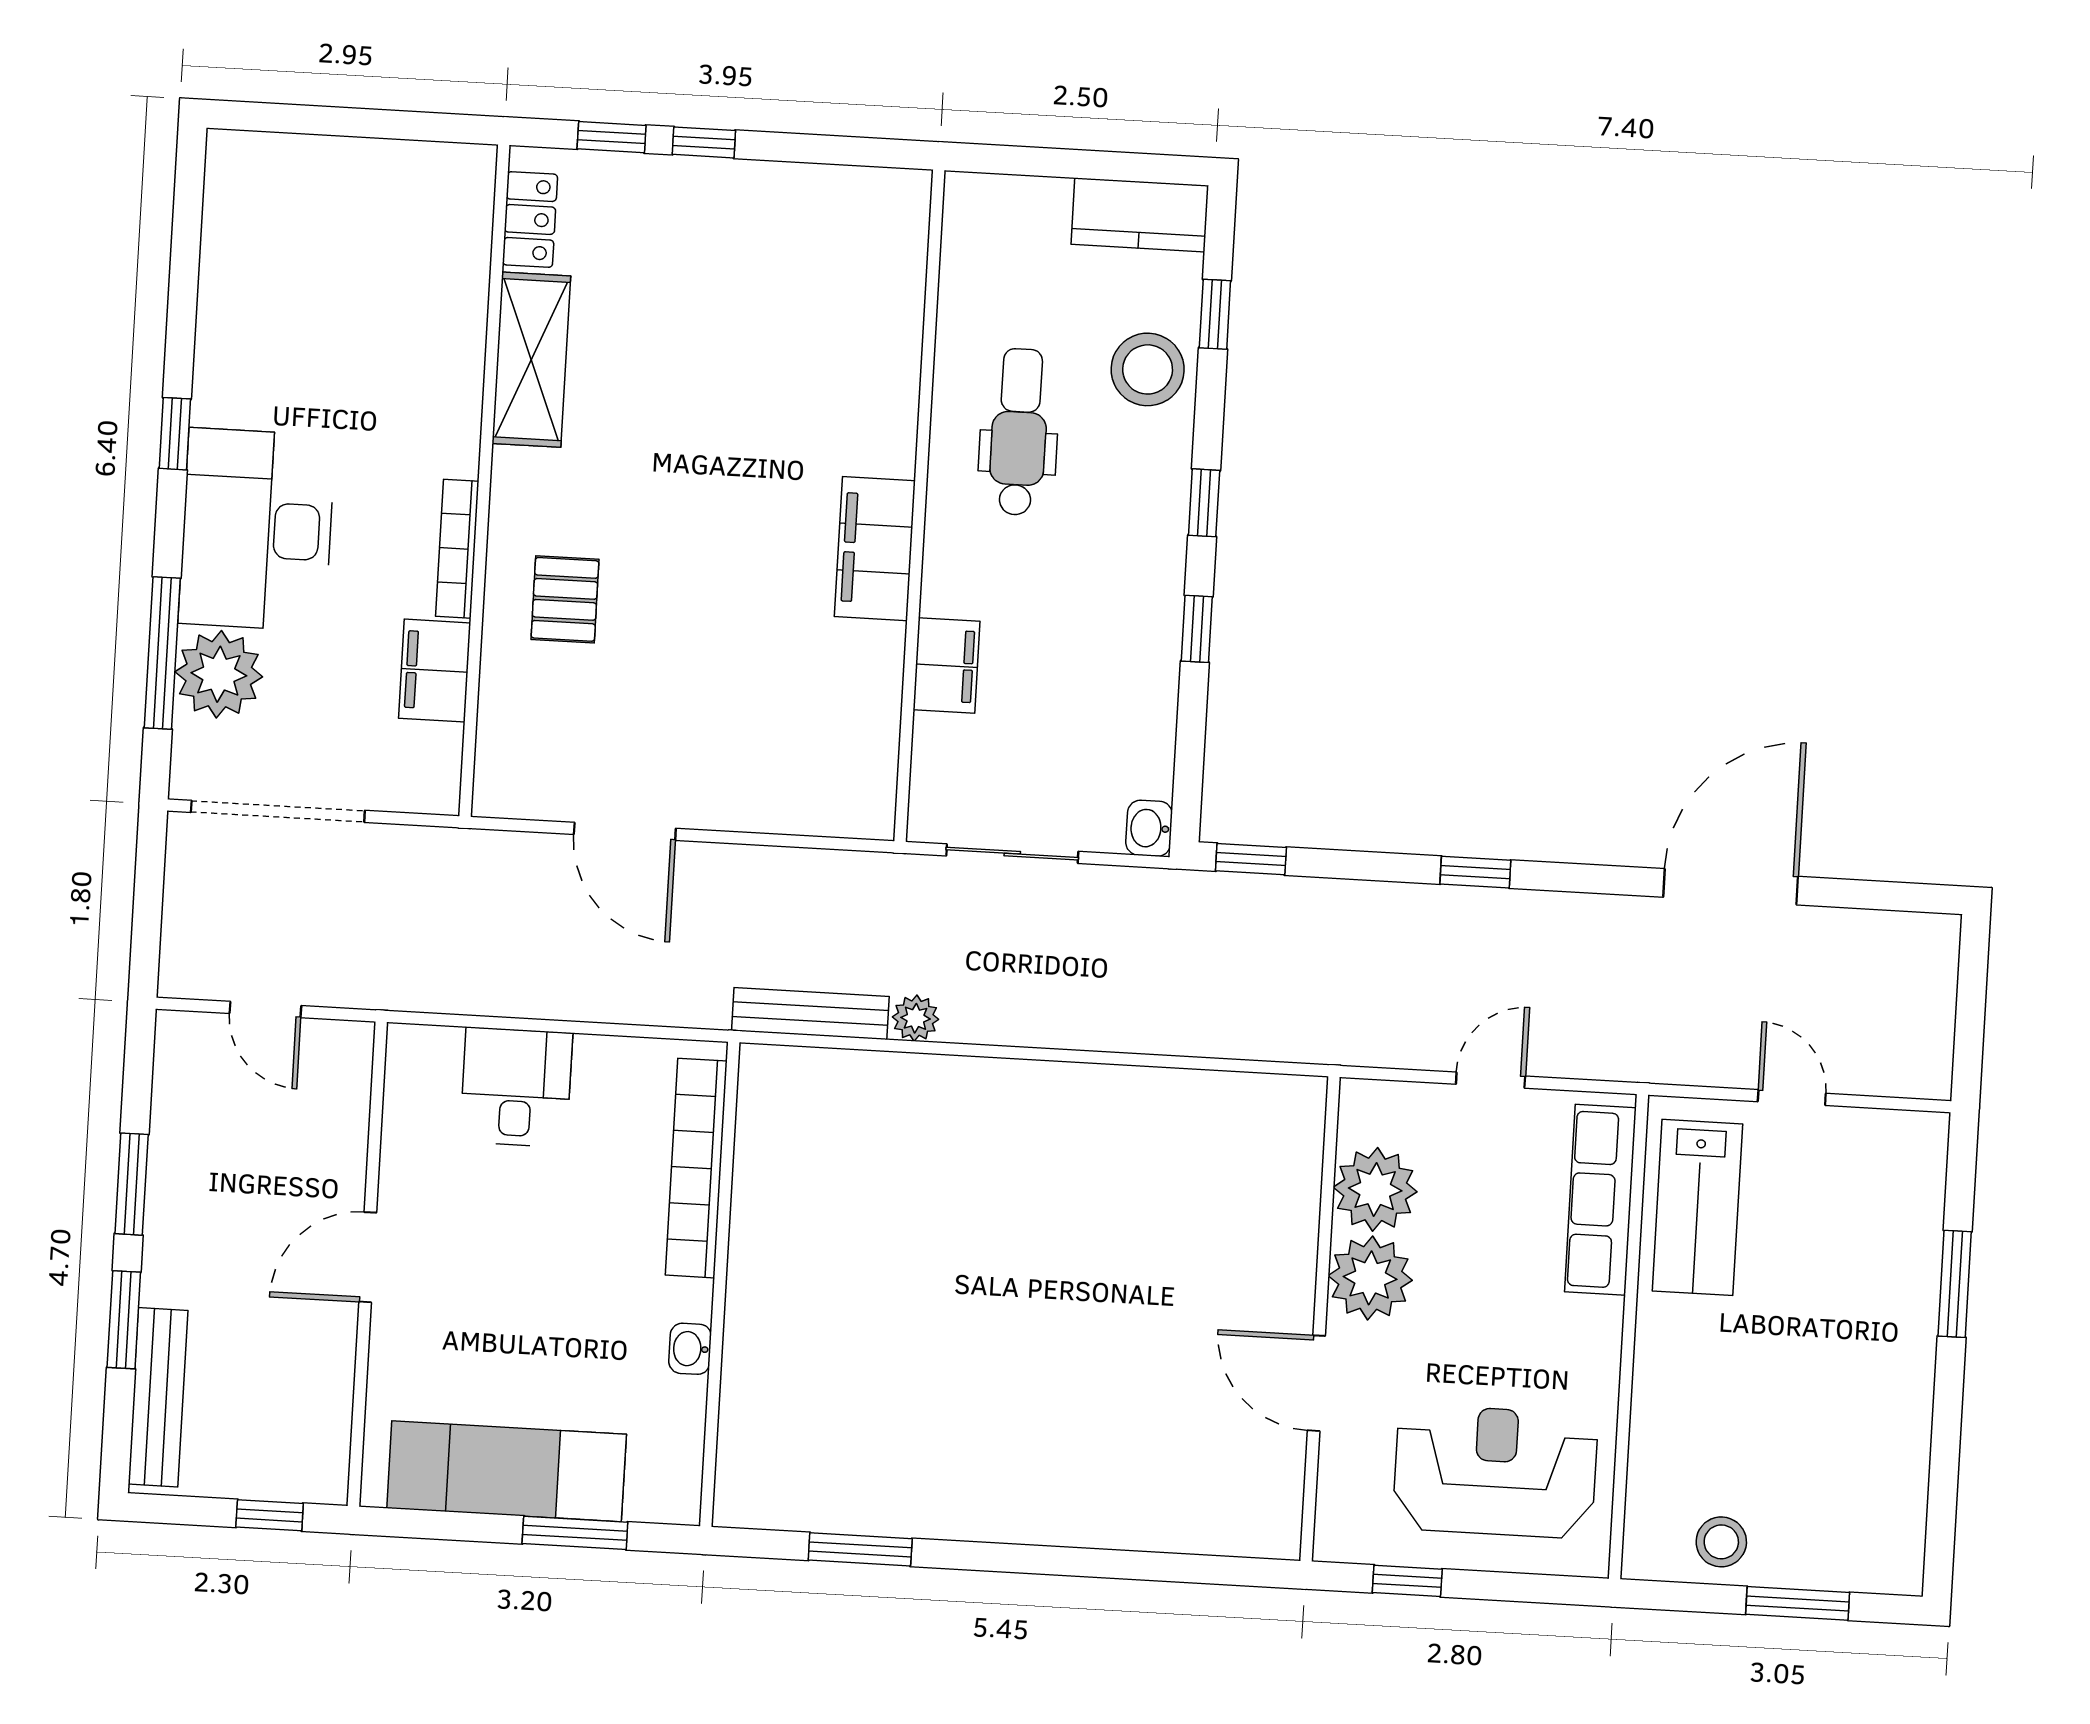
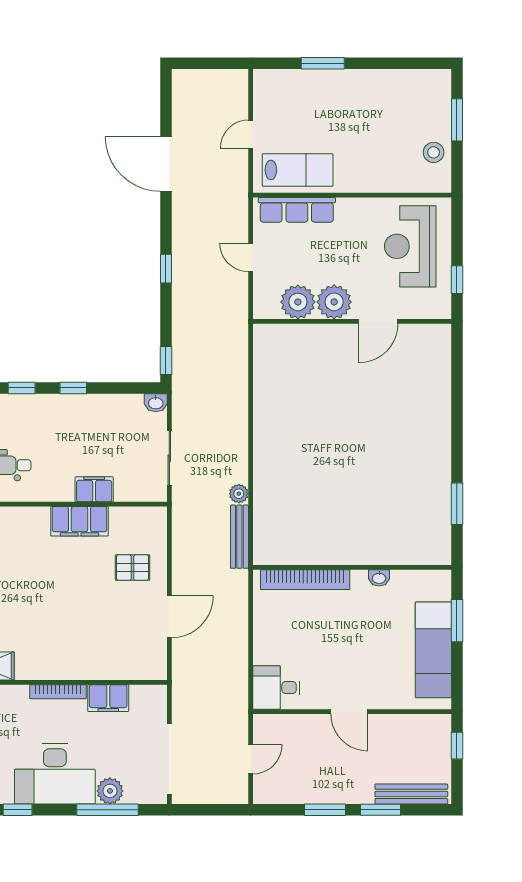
filing cabinet: (875, 549) -> (80, 521), moved
pallet: (565, 599) -> (133, 568), moved
plant: (219, 674) -> (110, 791), width x0.73, depth x0.73
desk: (516, 1087) -> (276, 688), moved

